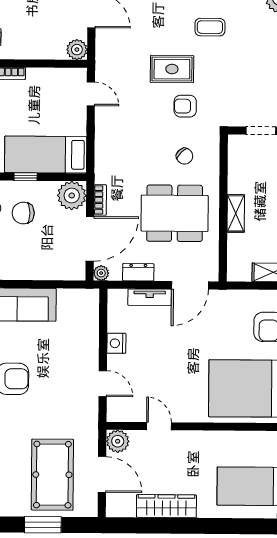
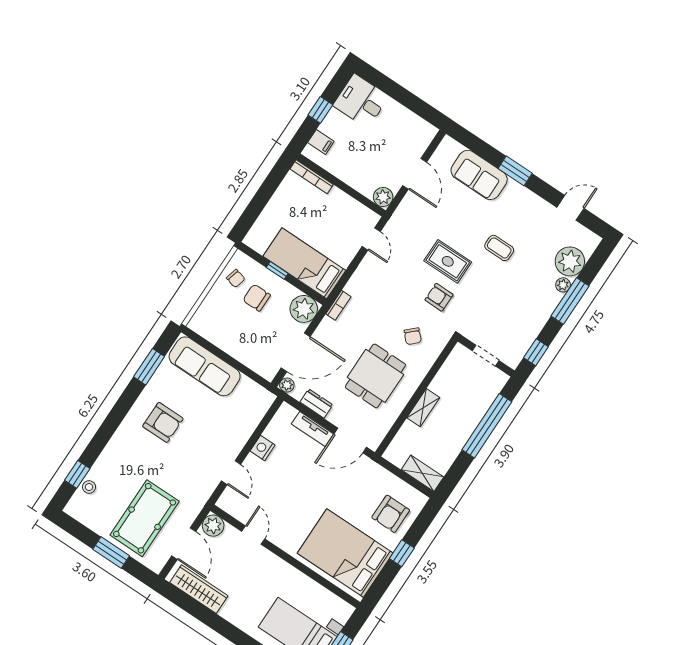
bookcase: (100, 200) -> (338, 305), moved
dining table: (175, 213) -> (375, 376), width x0.73
wardrobe: (166, 506) -> (199, 589), moved

